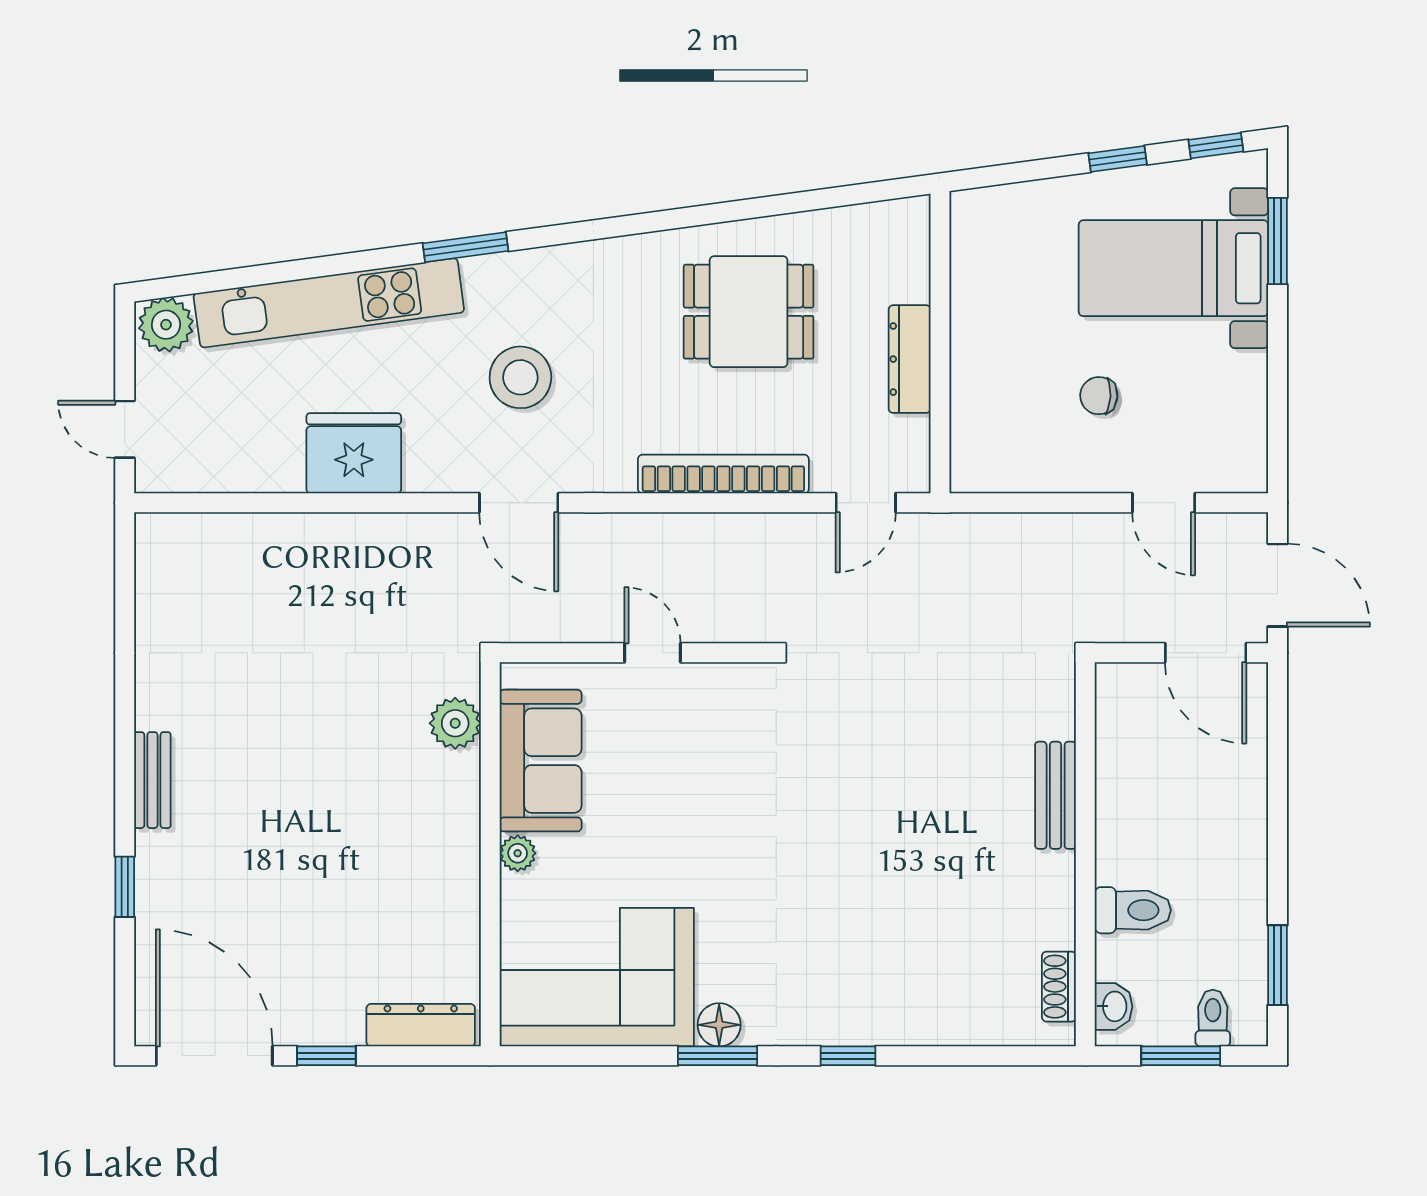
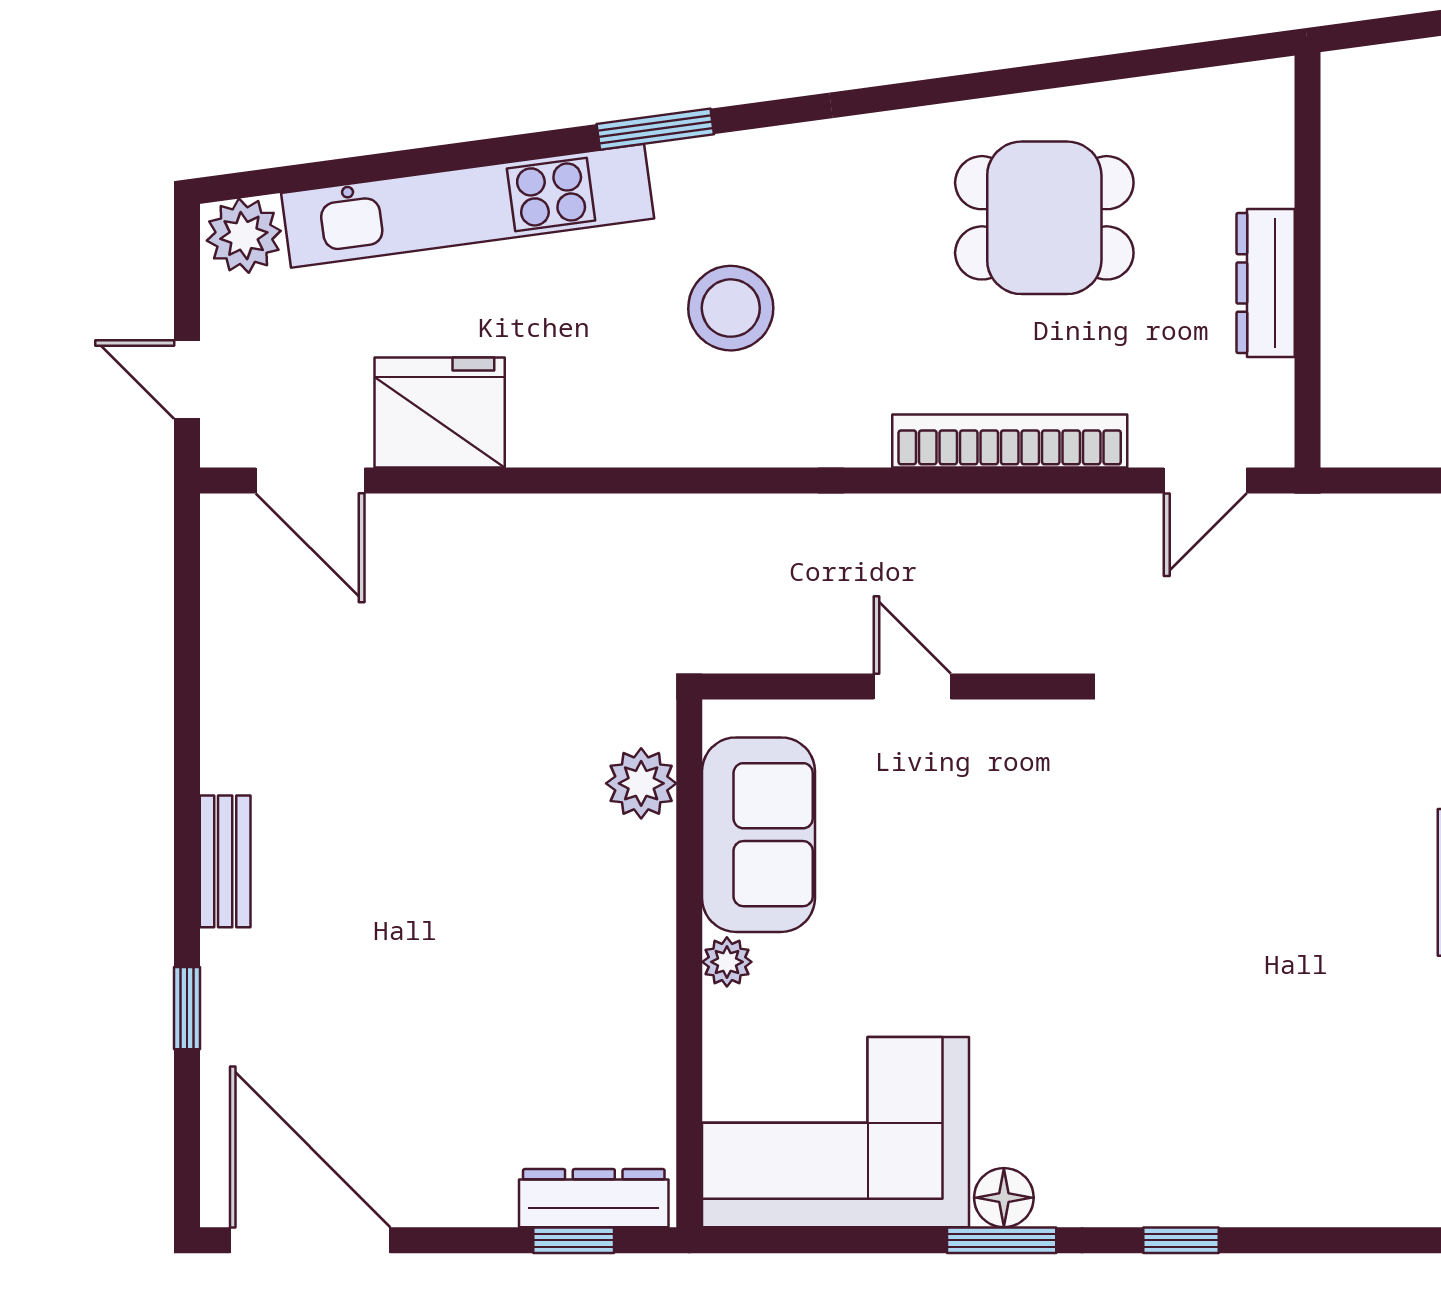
fridge: (354, 453) -> (440, 412), moved
door: (519, 503) -> (310, 480), moved
window: (326, 1056) -> (574, 1240), moved

